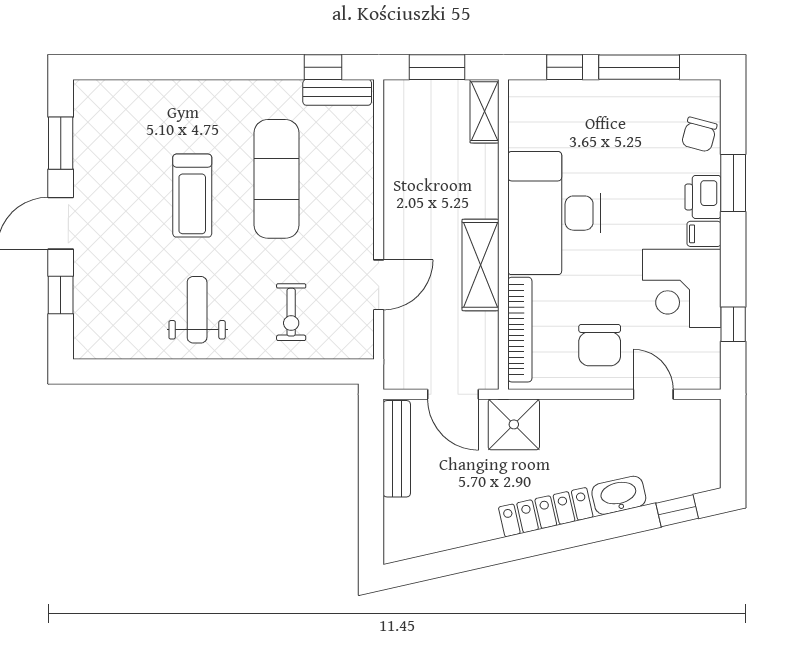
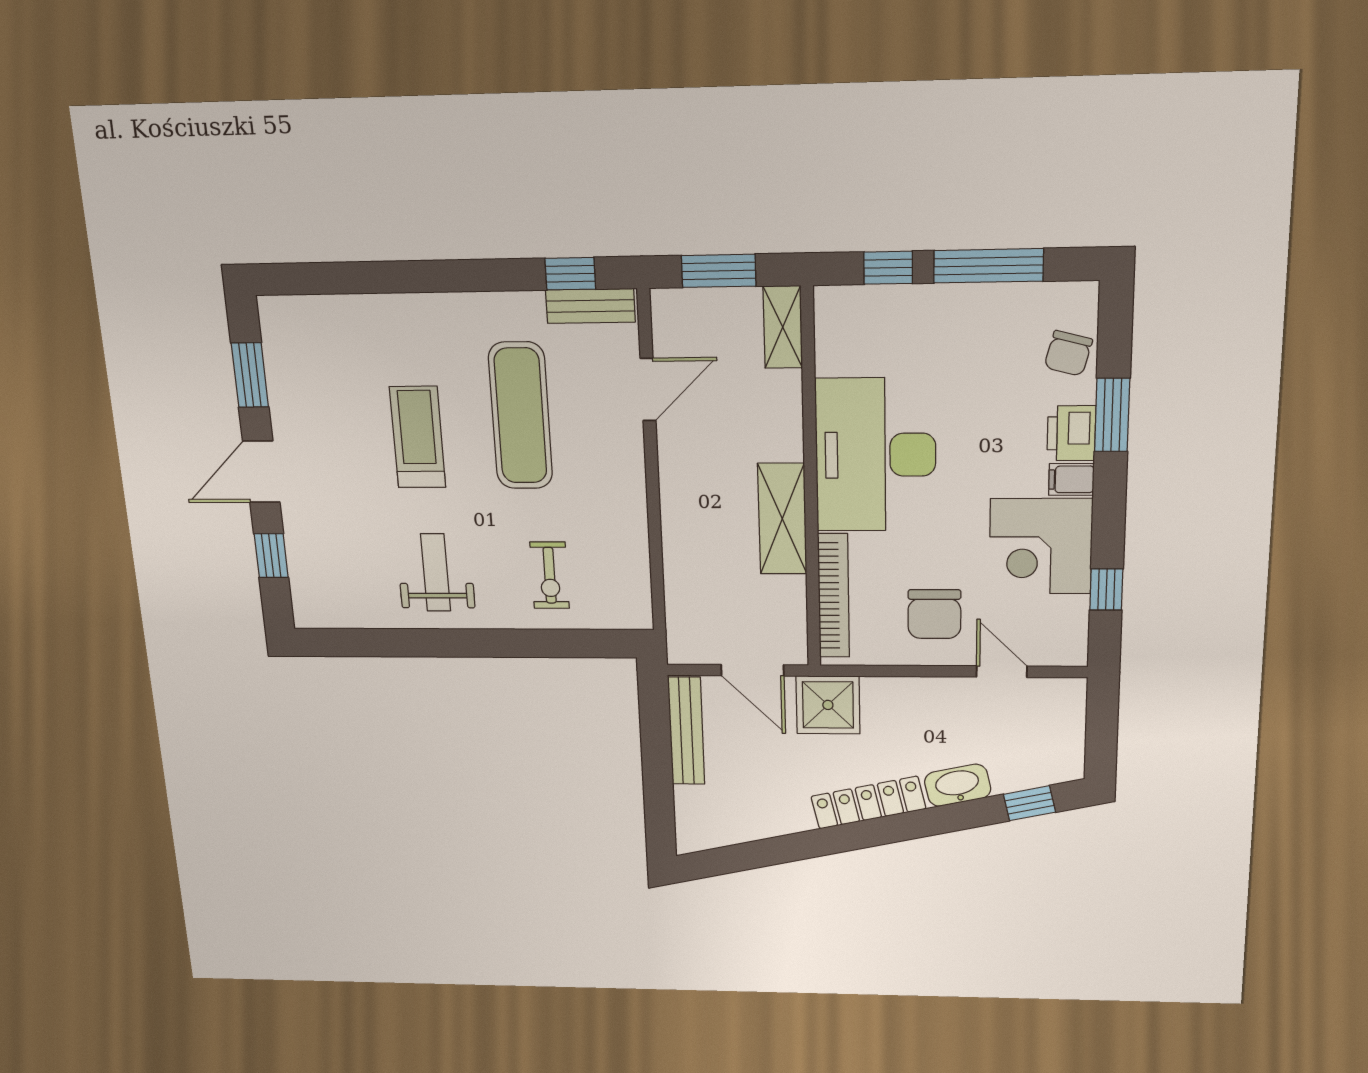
treadmill: (192, 196) -> (418, 437), turned 180
door: (379, 285) -> (648, 390), moved

